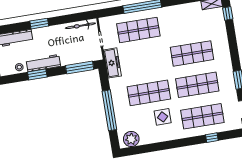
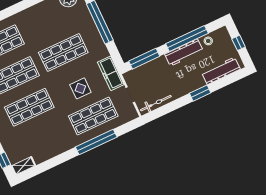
window: (37, 74) -> (187, 39), width x2.11
display table: (163, 117) -> (80, 88), moved

